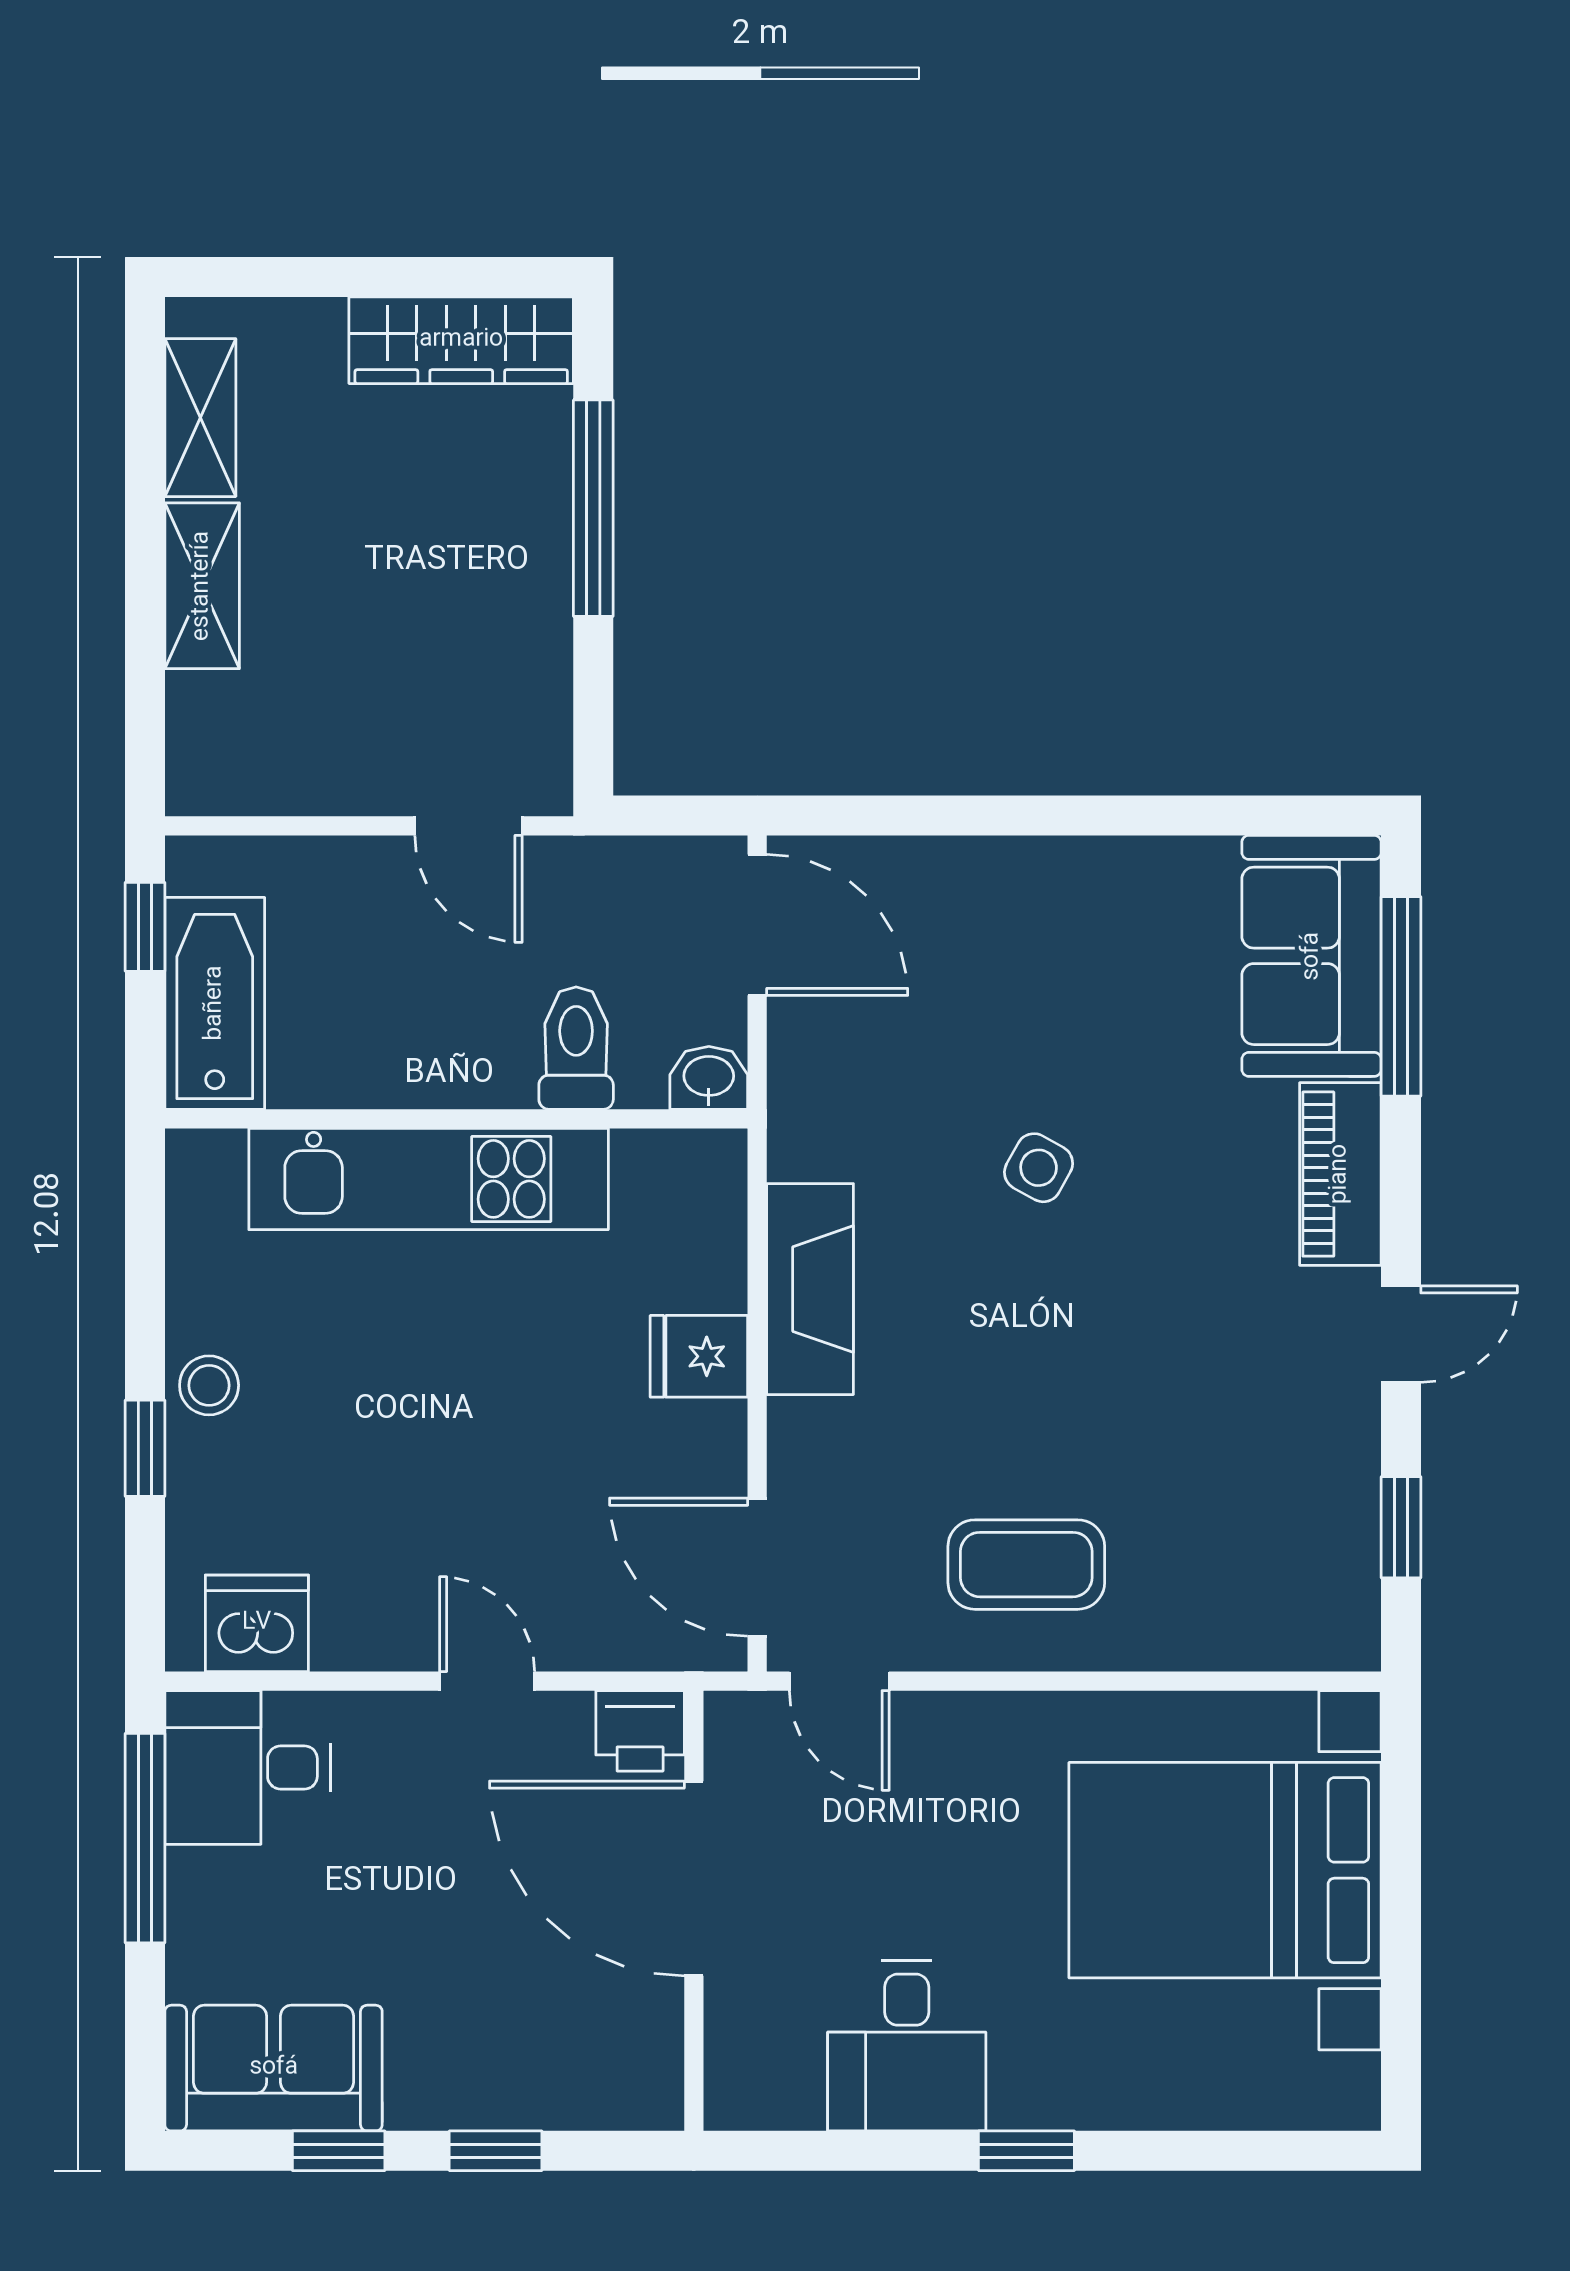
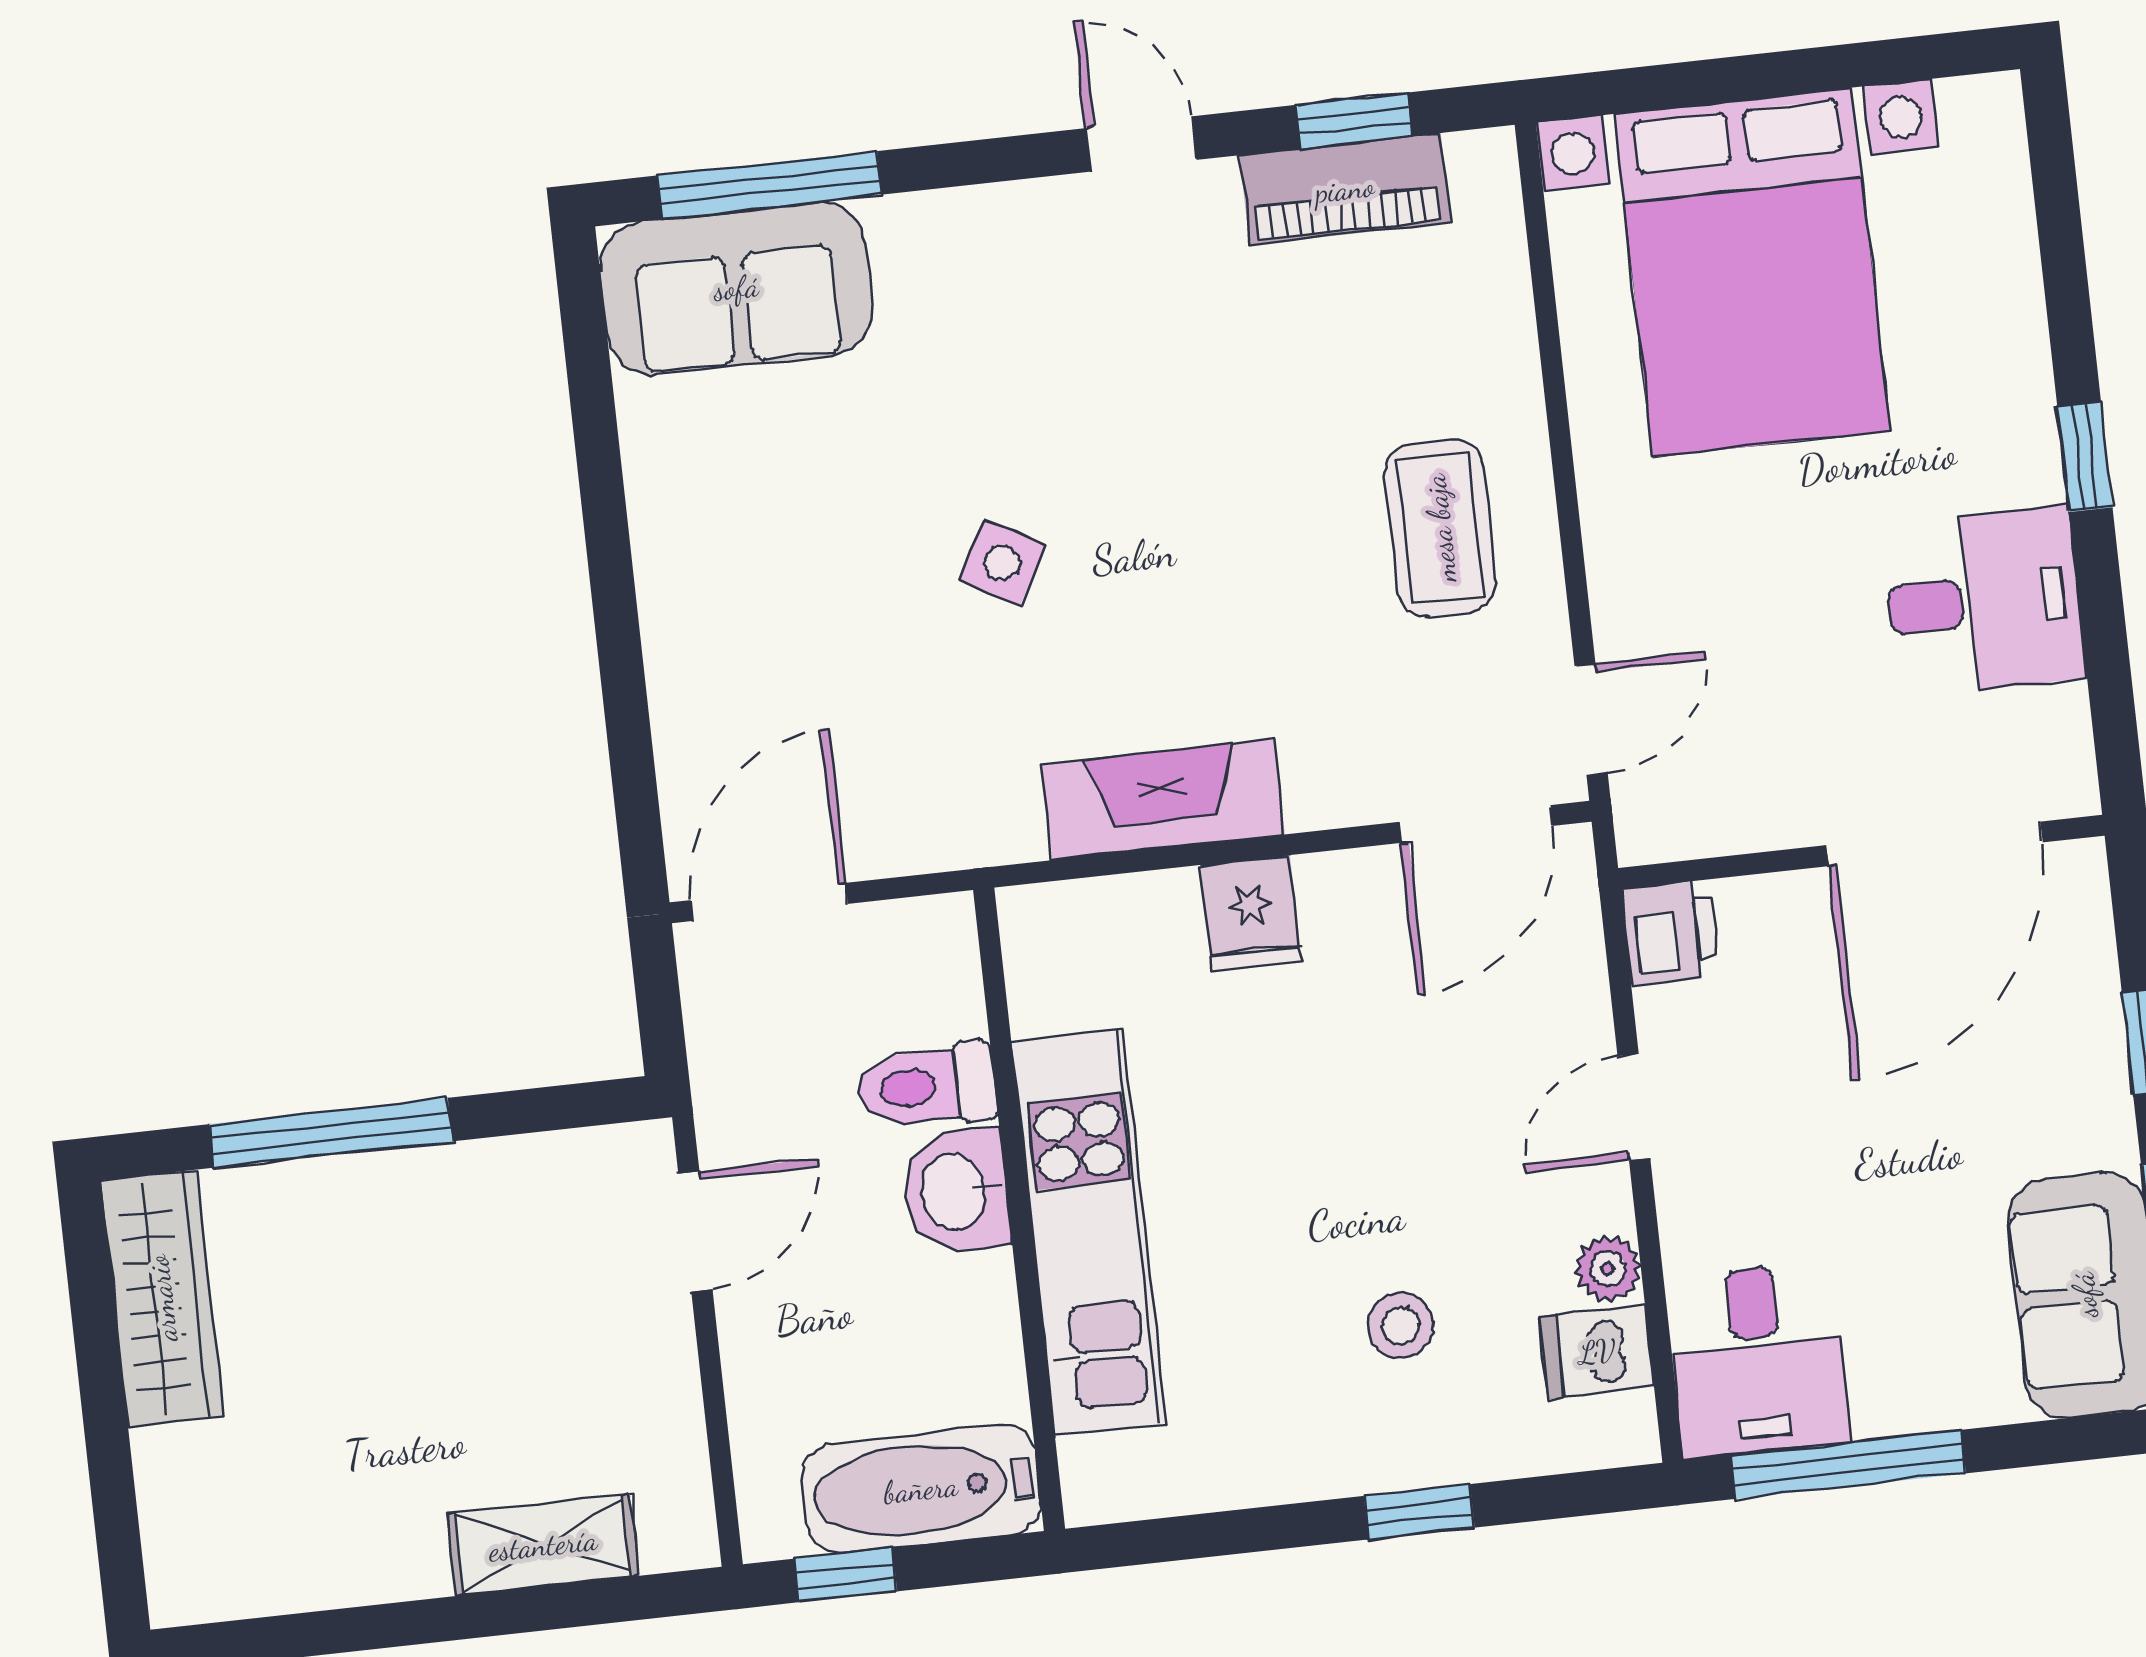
shelving: (200, 418) -> (279, 1576), removed
shelving: (202, 586) -> (543, 1545), moved
washbasin: (709, 1078) -> (956, 1191), moved, width x1.38, depth x1.45
piano: (1340, 1174) -> (1345, 189), moved
stool: (209, 1385) -> (1400, 1326), moved
dishwasher: (257, 1623) -> (1597, 1352), width x0.73
plant: (345, 1642) -> (1608, 1269), added
door: (694, 1878) -> (1934, 844), moved

